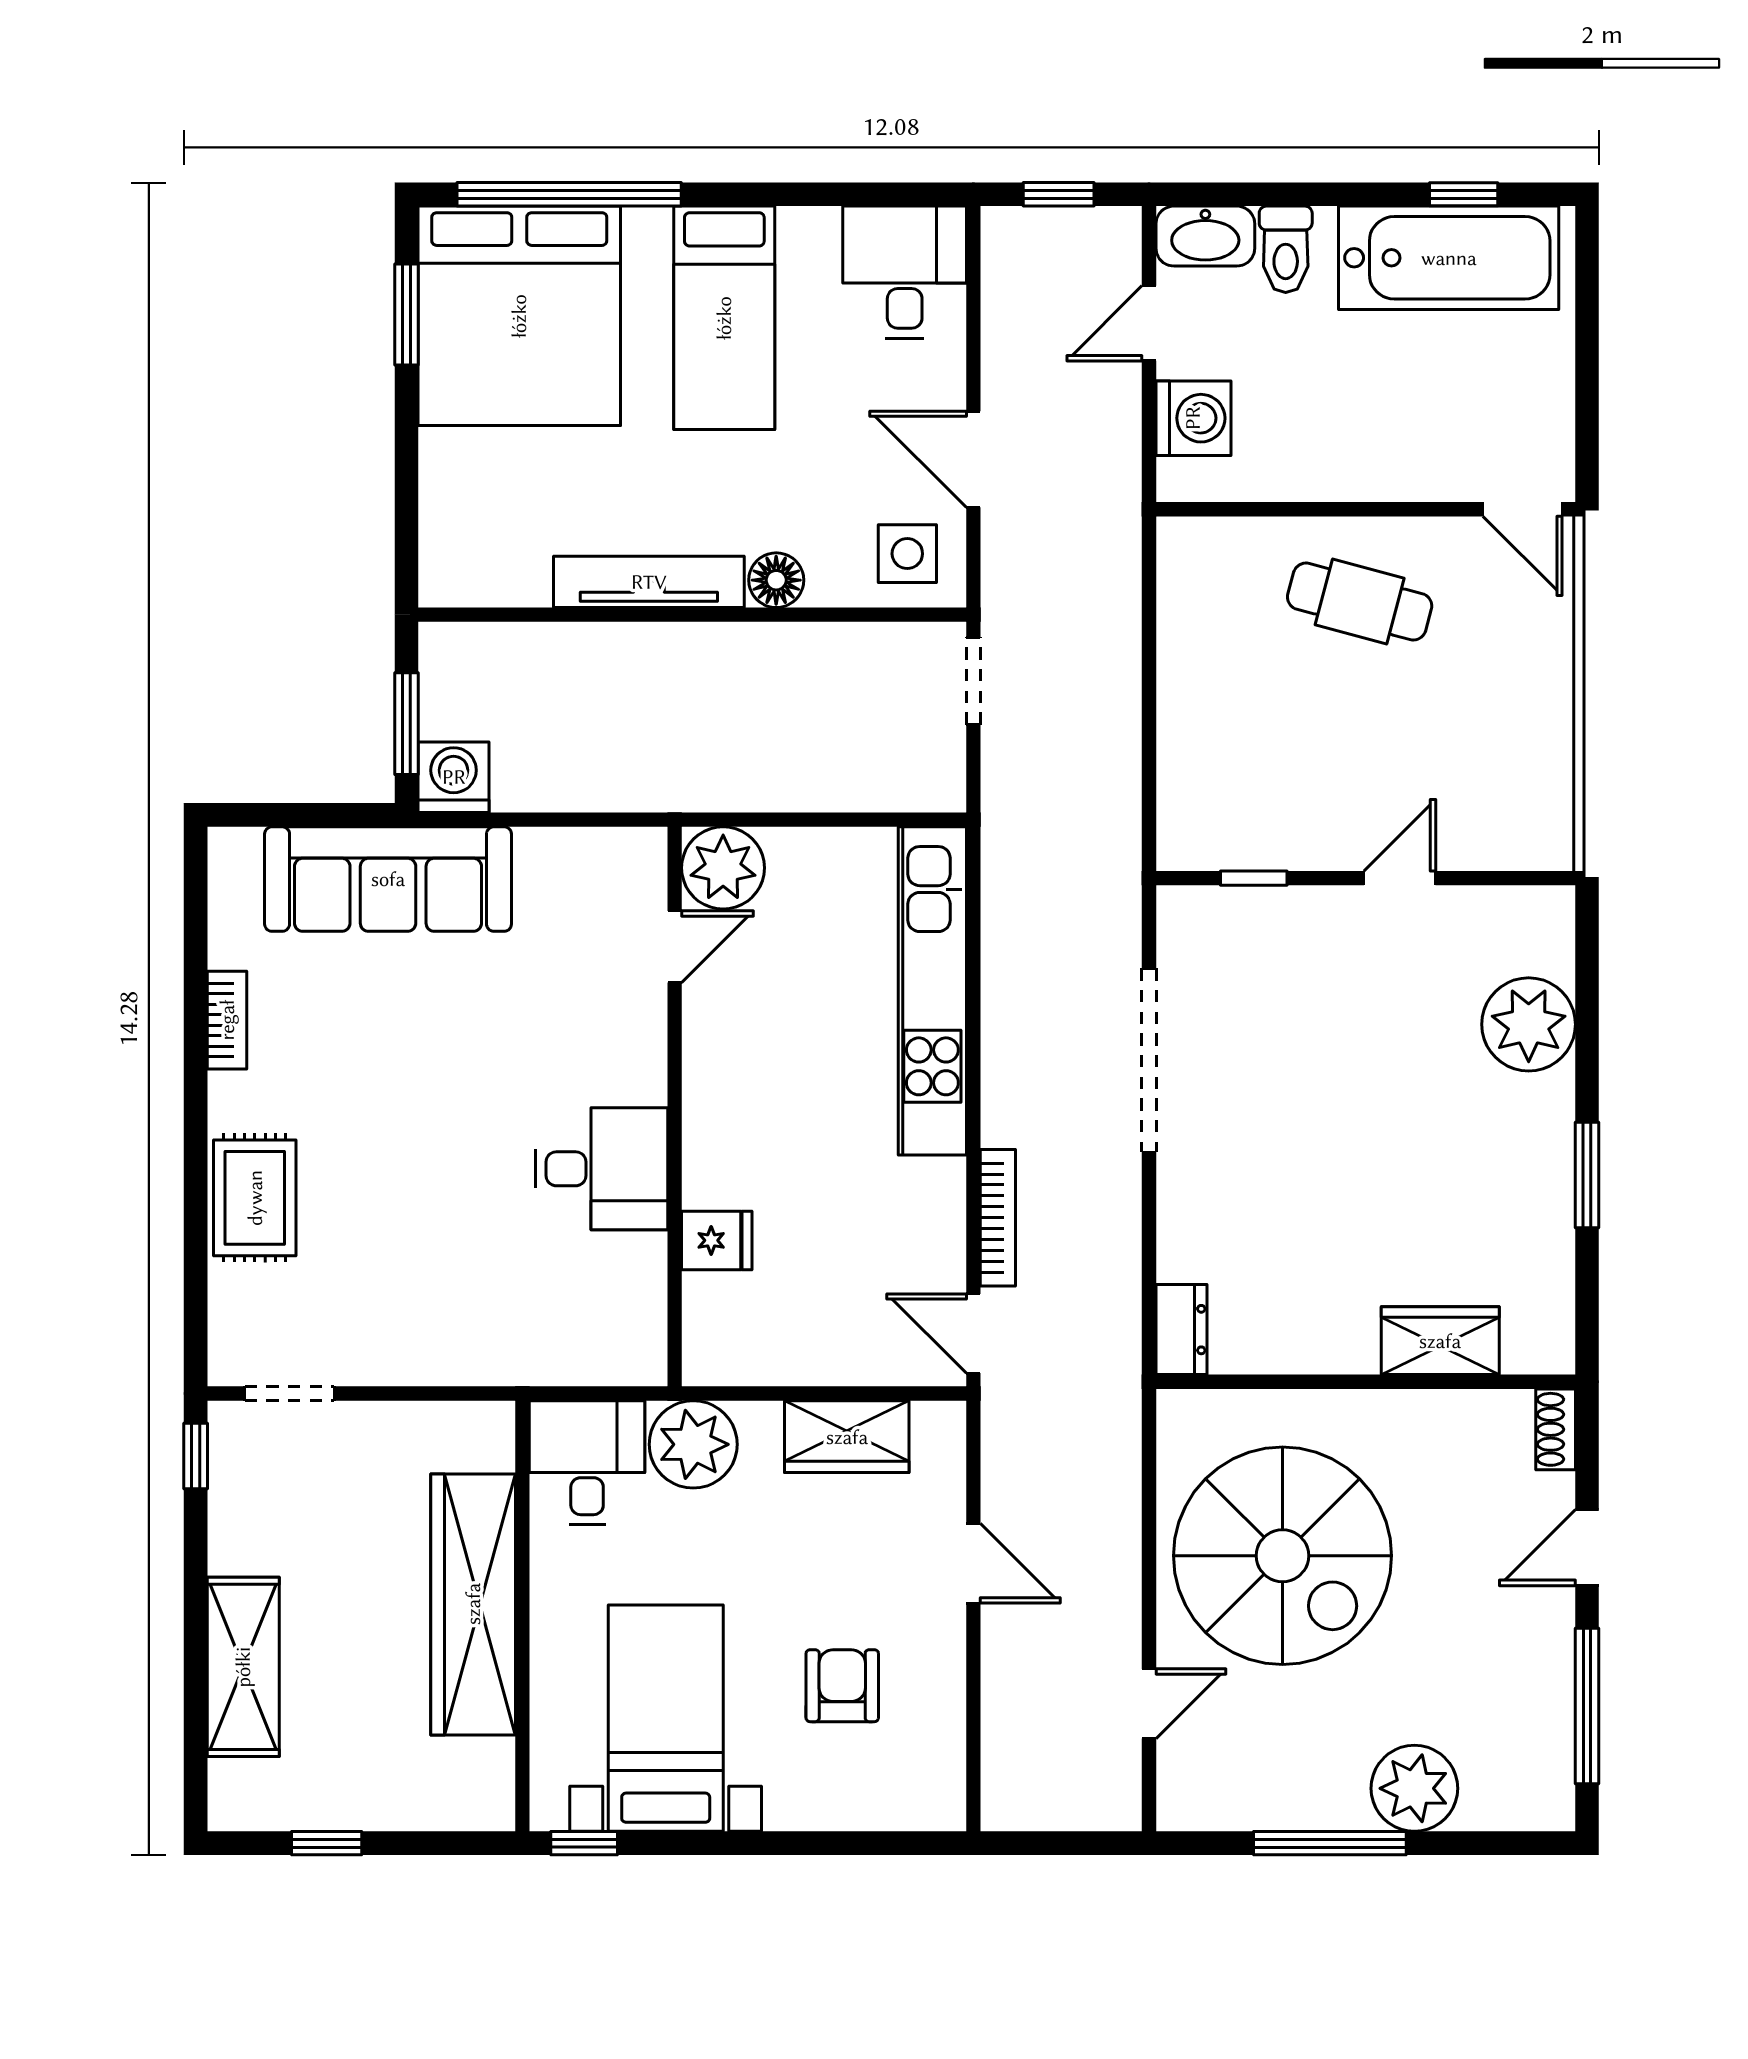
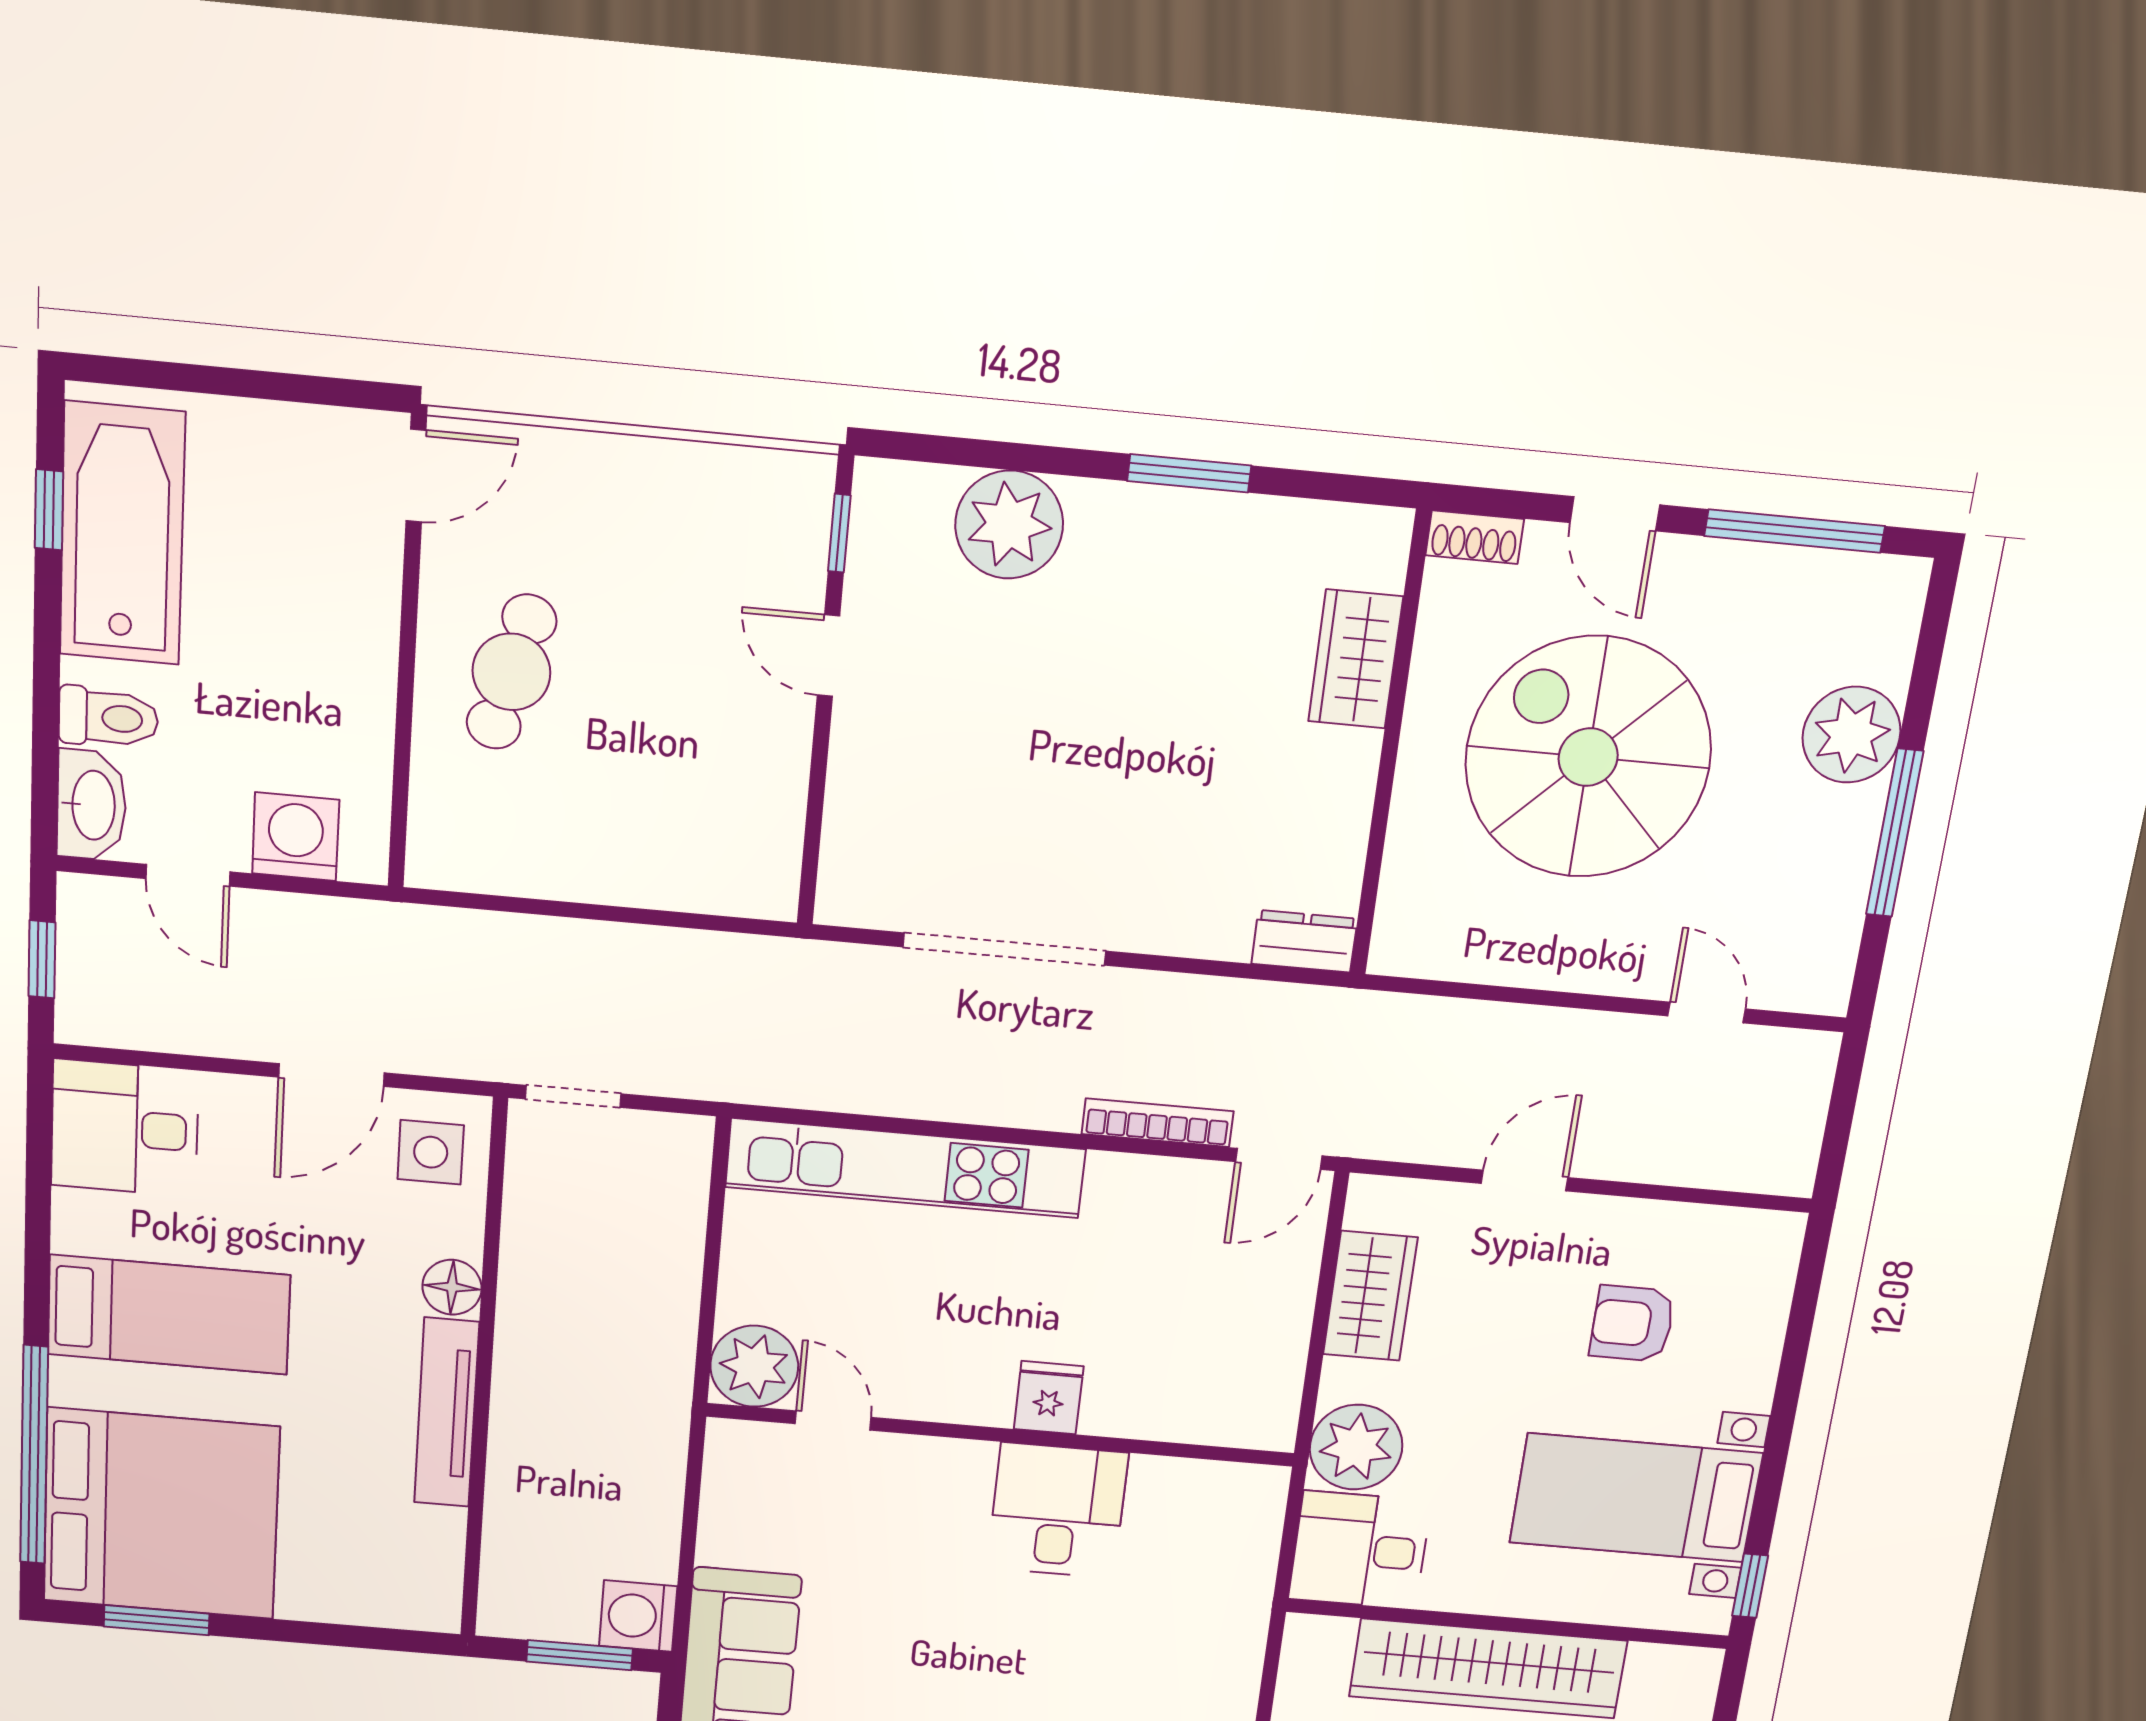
window: (1254, 878) -> (839, 533), moved
fridge: (717, 1240) -> (1049, 1398), moved
spiral stairs: (1283, 1556) -> (1588, 757), moved, turned -90

